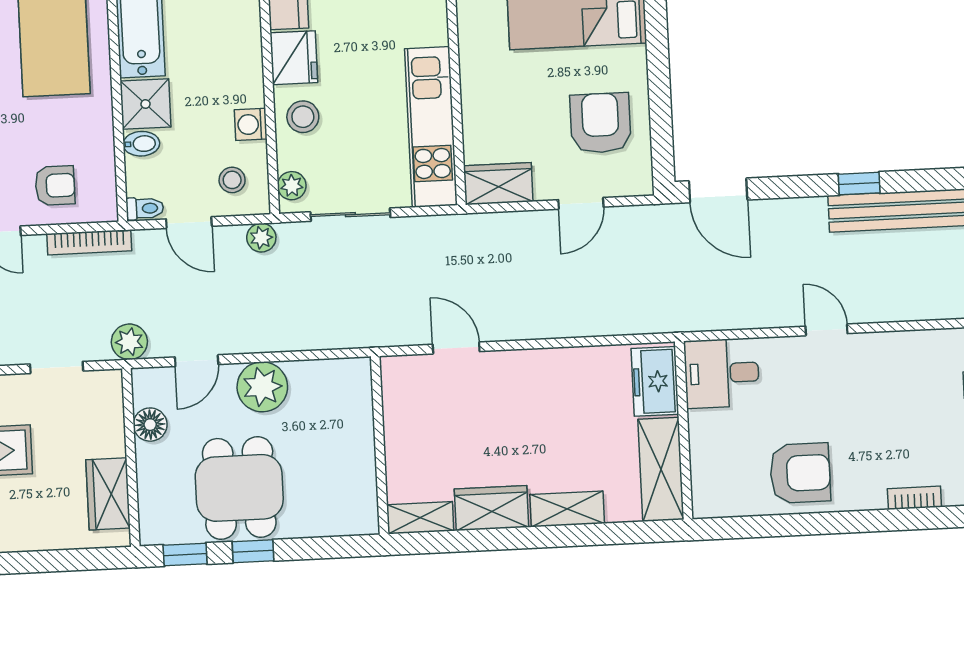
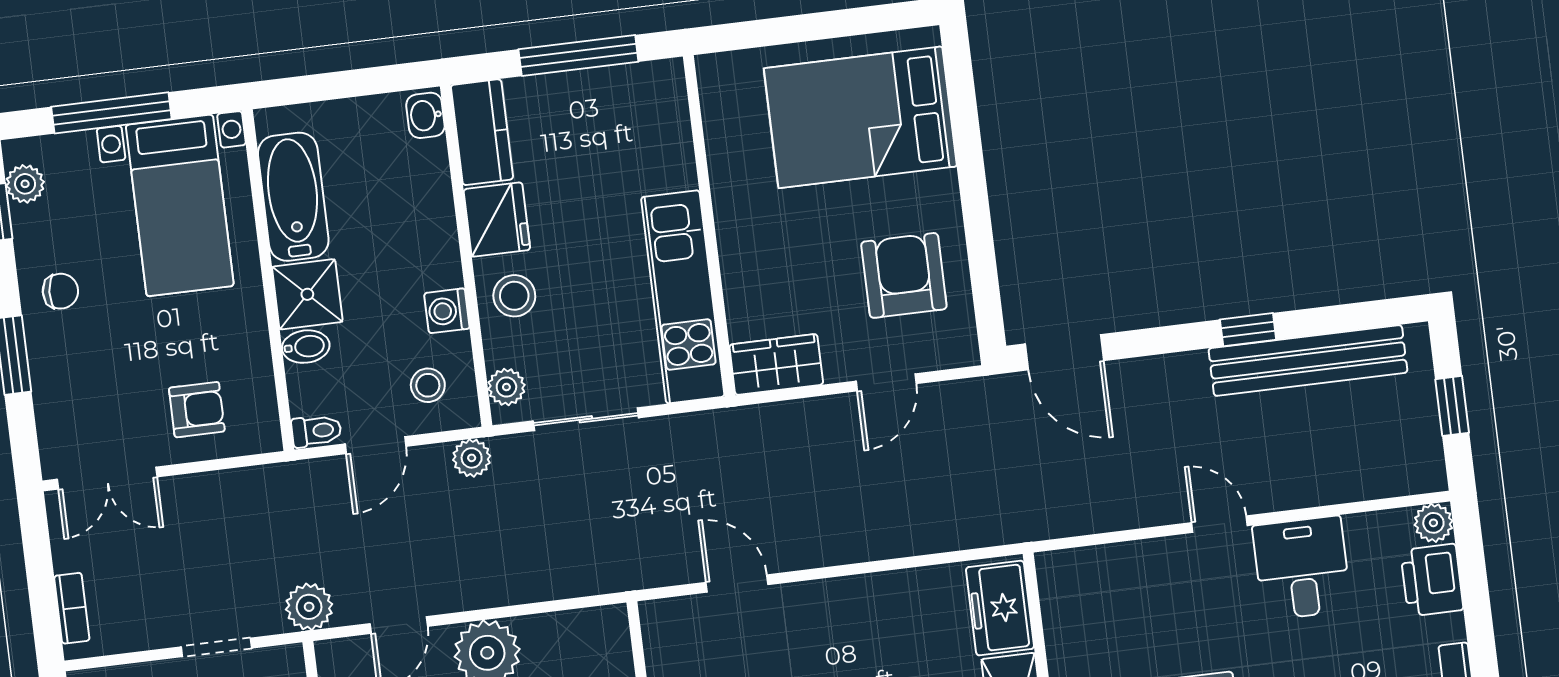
door: (189, 223) -> (375, 445), hinge flipped
bookcase: (89, 242) -> (247, 481), removed
desk: (722, 373) -> (1302, 568), moved, turned 90

